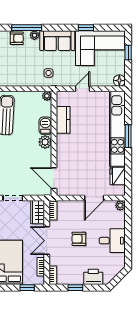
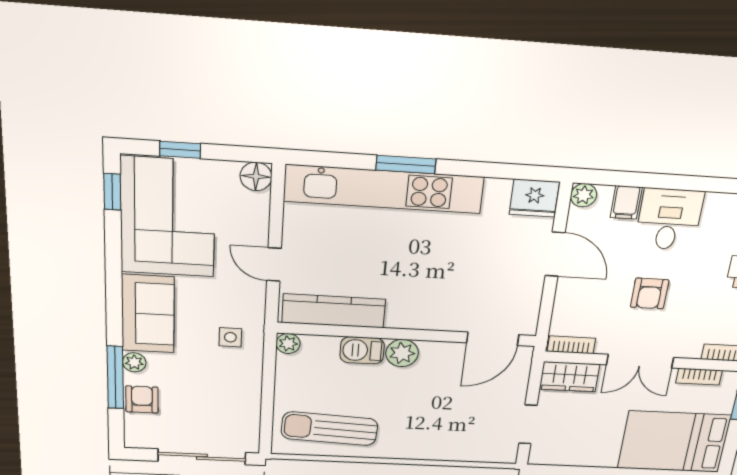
window: (86, 28) -> (112, 192), moved
kitchen counter: (63, 120) -> (334, 311), width x1.50
fridge: (118, 176) -> (534, 198), moved
filing cabinet: (118, 222) -> (626, 202), added

